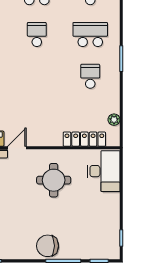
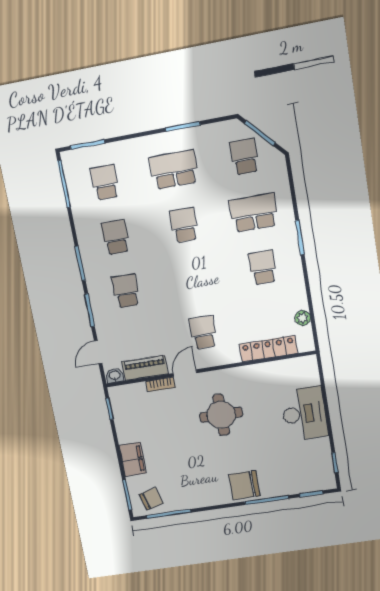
school desk: (37, 118) -> (203, 332), added
desk: (104, 171) -> (304, 414), moved
round table: (54, 180) -> (221, 415), moved

